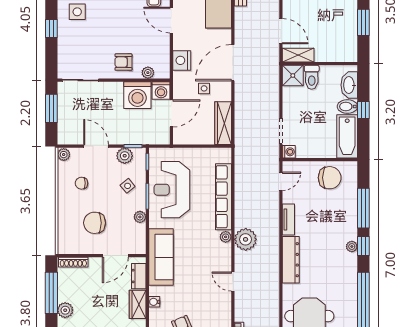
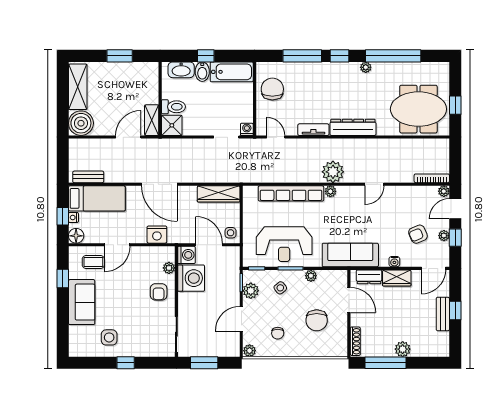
side table: (204, 88) -> (231, 233), moved
plant: (352, 247) -> (366, 67), moved

